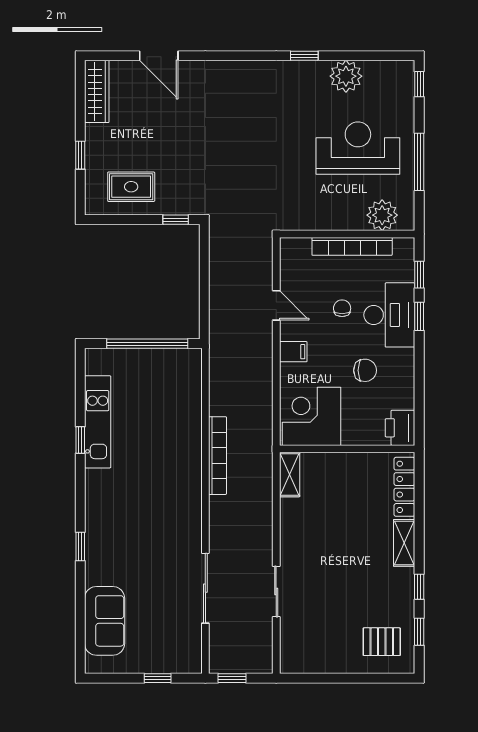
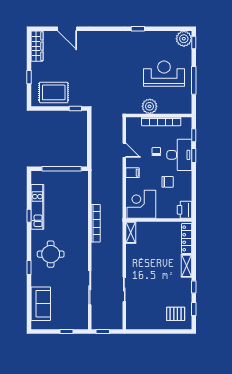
plant: (346, 76) -> (184, 39), moved
rug: (131, 187) -> (54, 92), width x1.36, depth x1.43
plant: (382, 215) -> (150, 106), moved
round table: (125, 519) -> (51, 254), added

